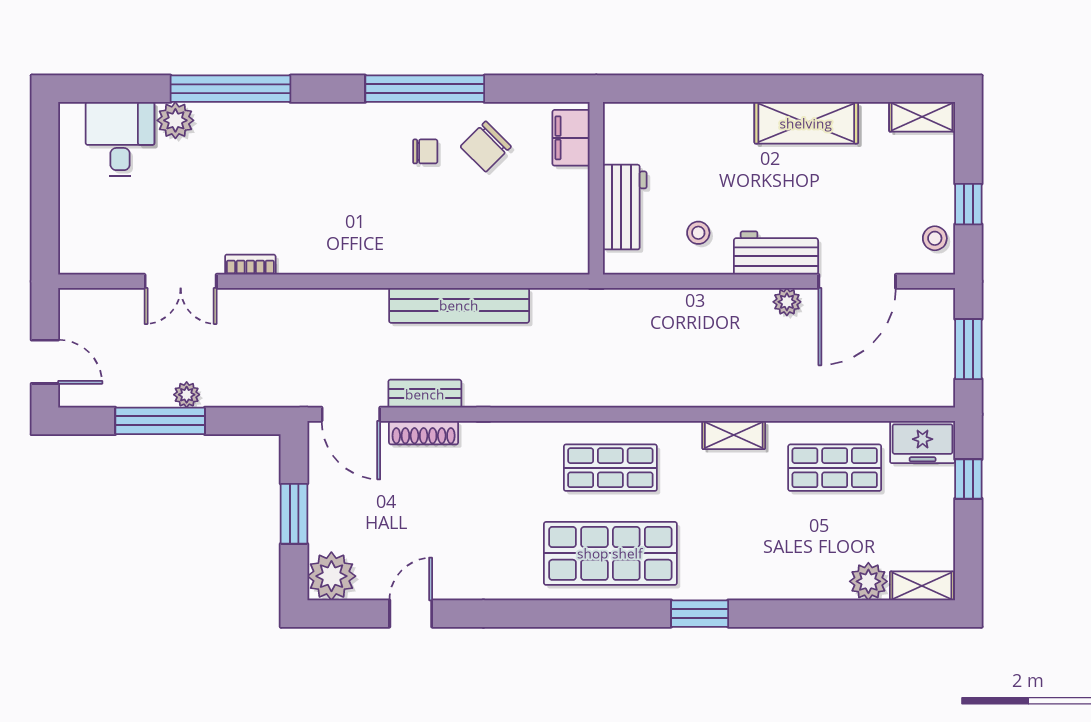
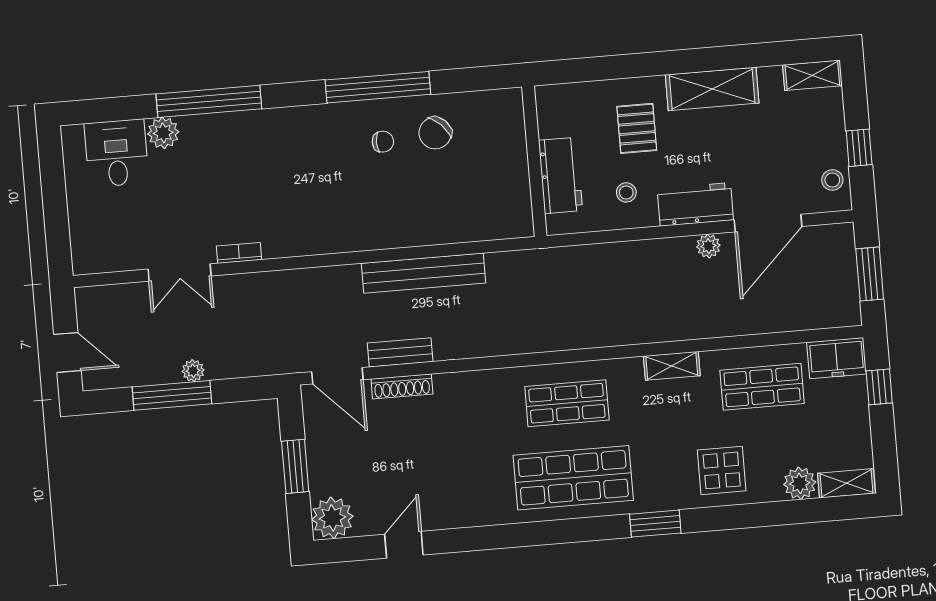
filing cabinet: (571, 138) -> (509, 119), removed
pallet: (716, 161) -> (637, 128), added
display table: (781, 559) -> (722, 470), added

